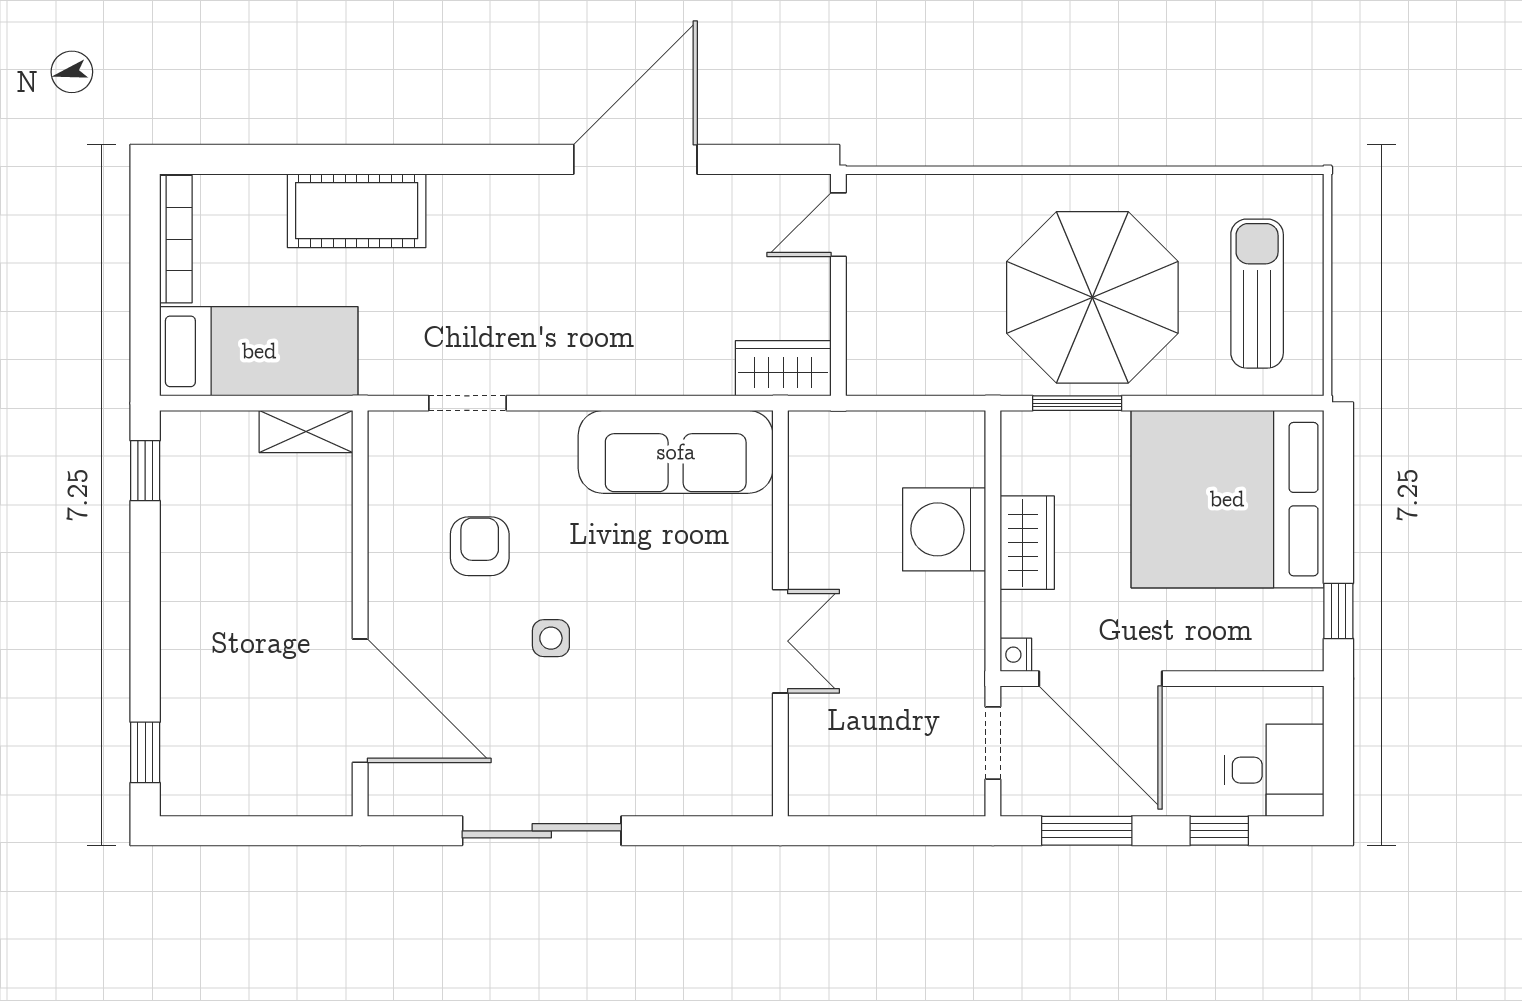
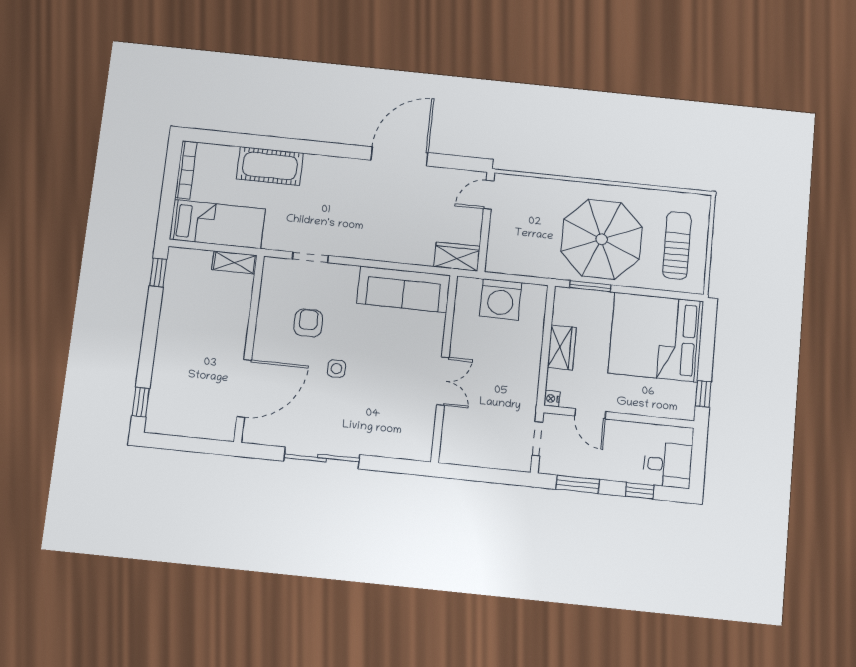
washing machine: (944, 529) -> (501, 299), moved, turned -90
door: (1101, 679) -> (590, 414), width x0.53
door: (360, 701) -> (244, 388), hinge flipped

